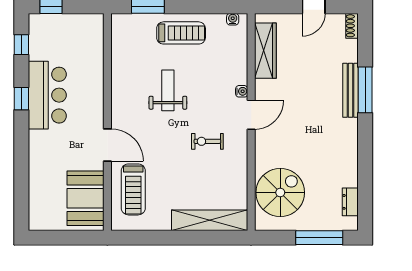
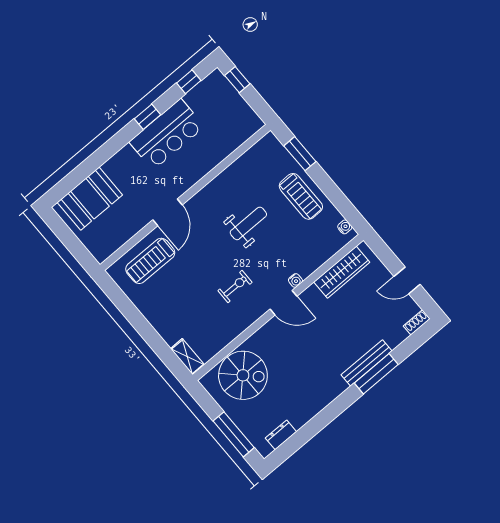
exercise bike: (207, 141) -> (235, 287), turned 90
booth: (85, 198) -> (90, 199), moved
shelving: (210, 220) -> (187, 357), width x0.45, depth x0.75

